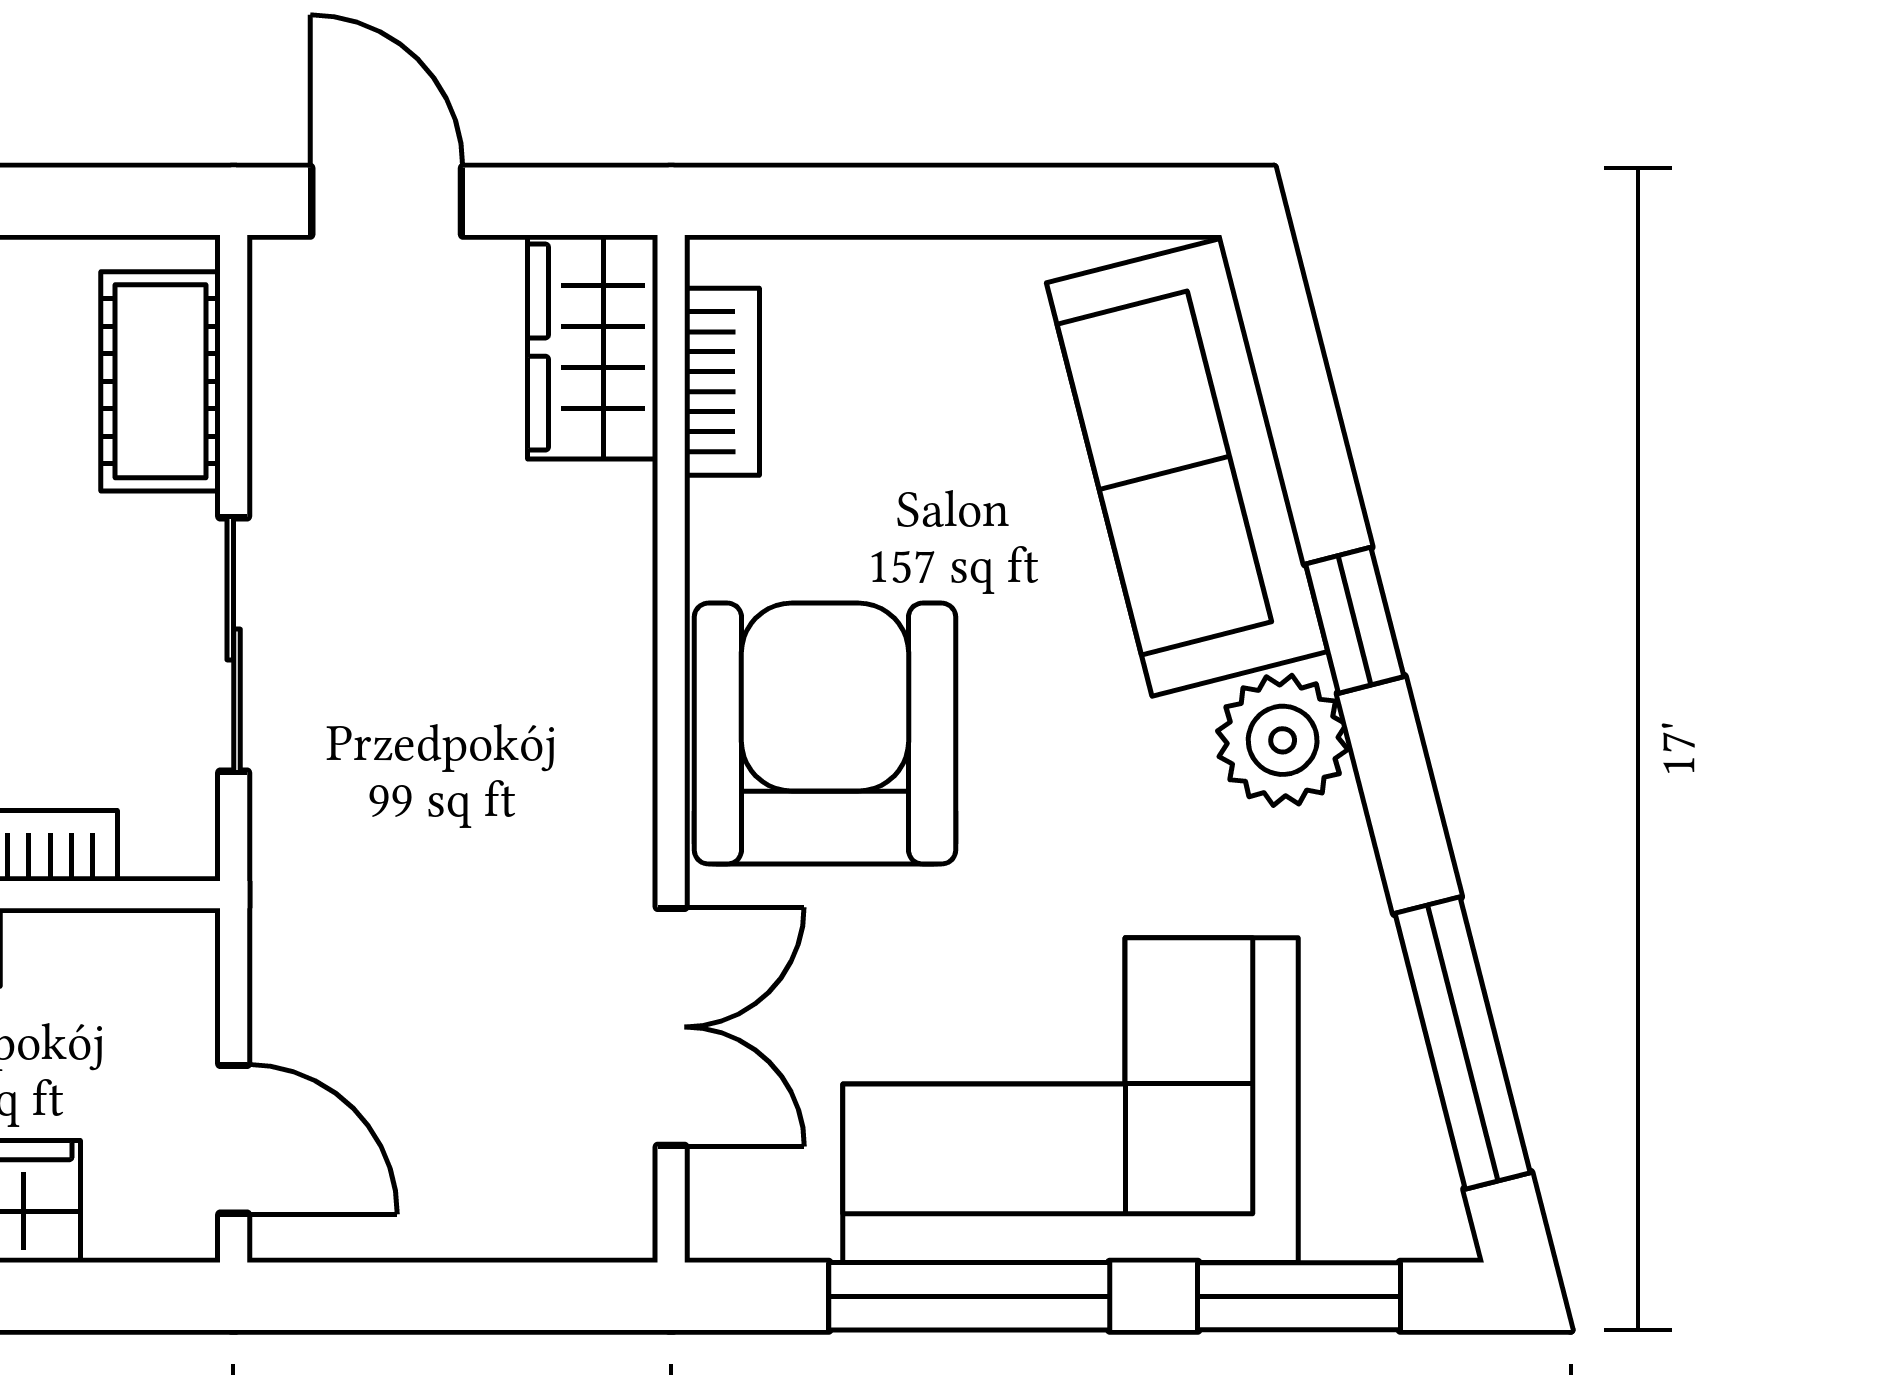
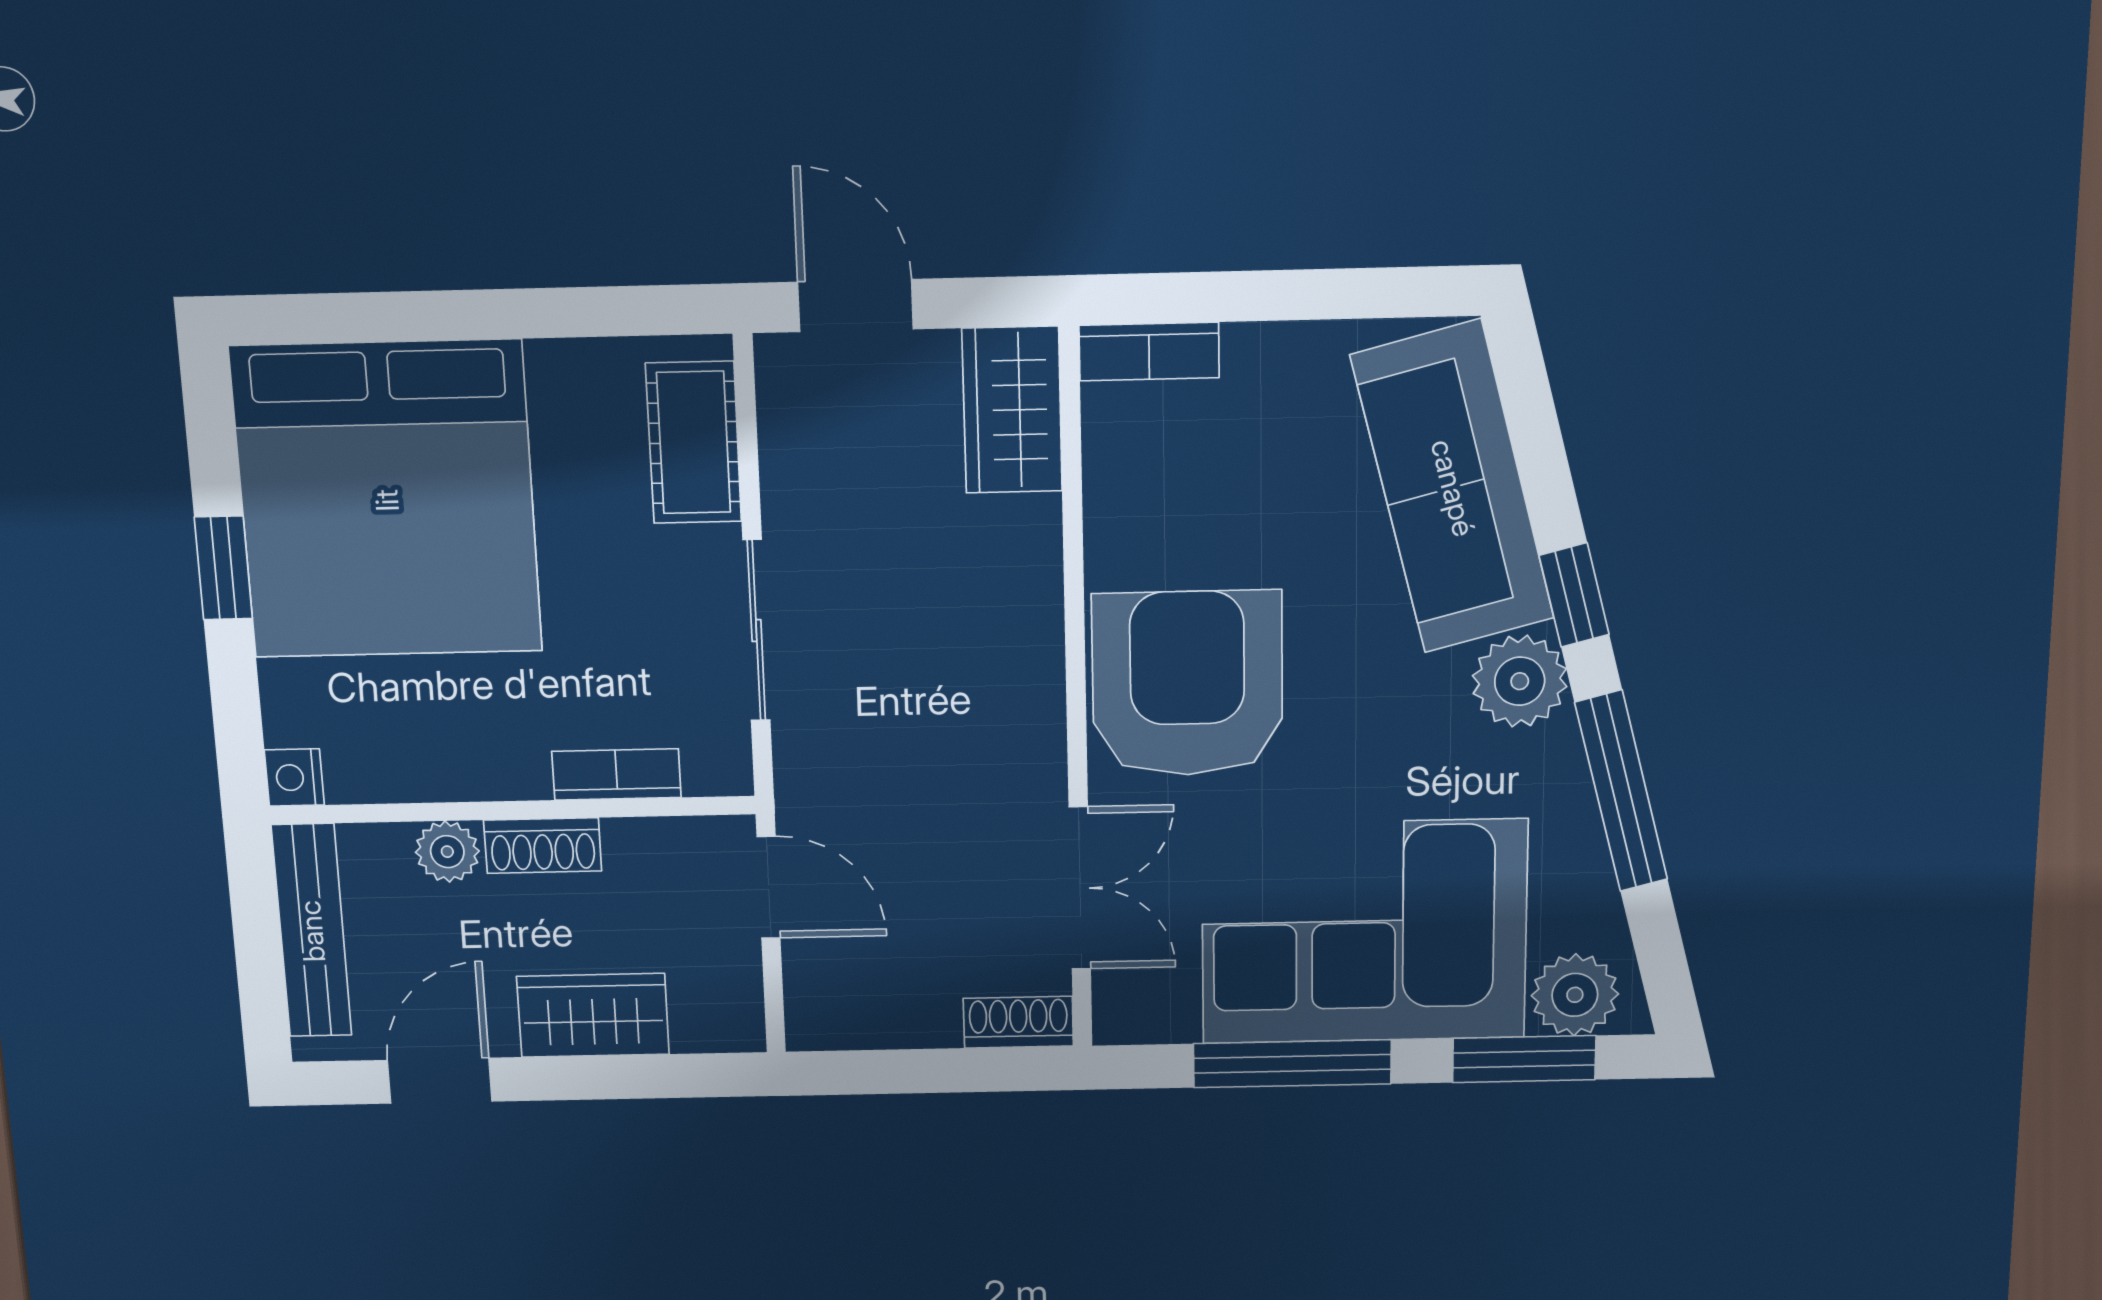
bookcase: (722, 382) -> (1149, 352), moved, turned 90
window: (1463, 1043) -> (1621, 791), moved
door: (234, 1139) -> (769, 887), moved
plant: (1369, 1201) -> (1575, 995), added
shoe rack: (580, 1225) -> (1018, 1022), added

